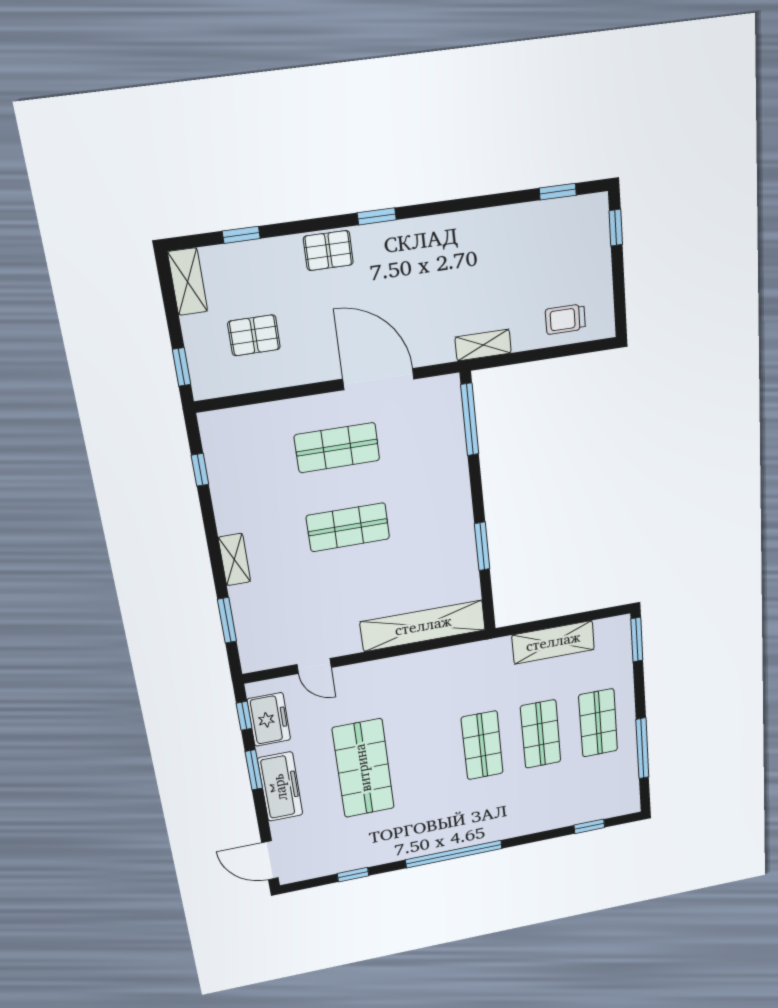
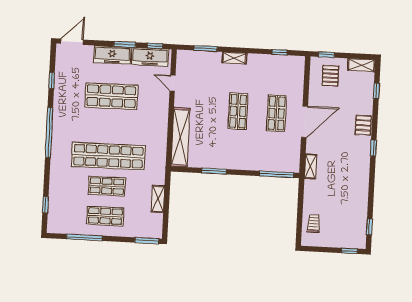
pallet: (254, 335) -> (330, 76), moved
shelving: (483, 345) -> (310, 166), moved
door: (378, 379) -> (305, 122), moved
shelving: (553, 642) -> (158, 199), width x0.67, depth x0.75
door: (314, 666) -> (172, 83), hinge flipped
freezer: (269, 719) -> (150, 57), width x1.40
shop shelf: (482, 745) -> (108, 156), width x2.00, depth x1.36

